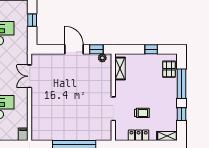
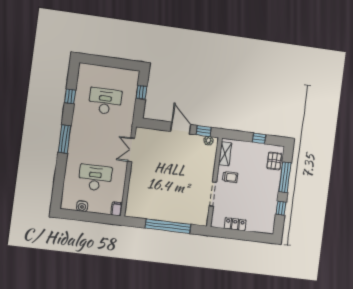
trolley: (142, 113) -> (230, 177), moved
shelving: (167, 136) -> (264, 229), removed

